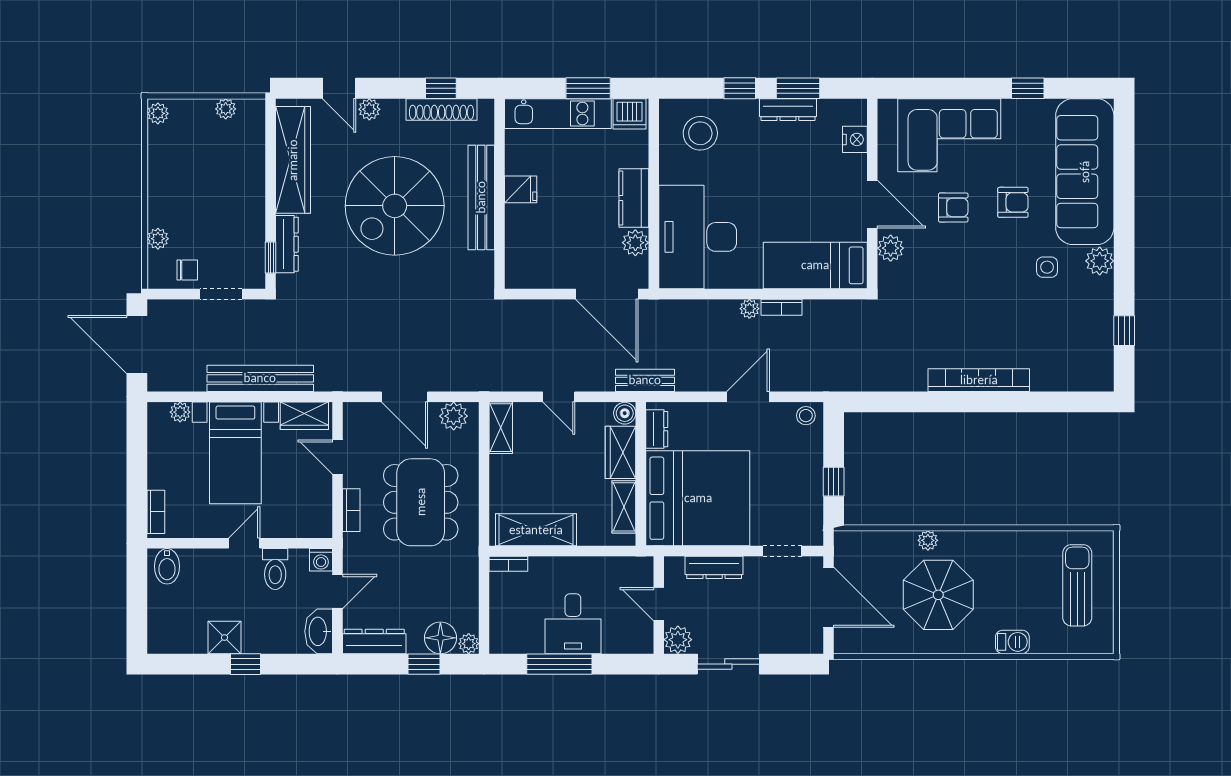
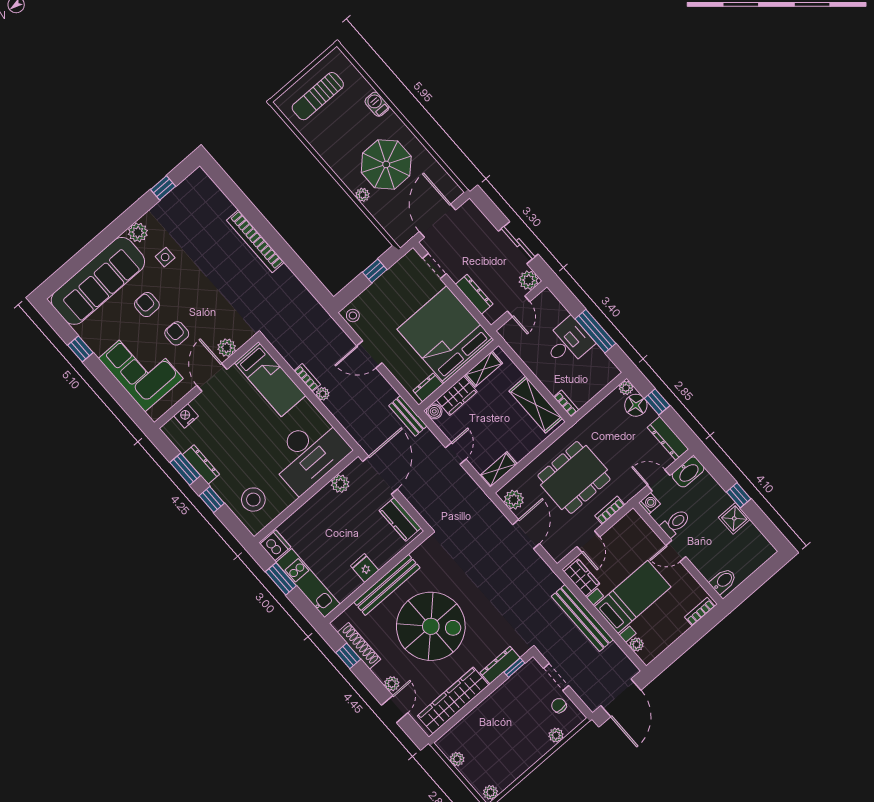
kitchen counter: (634, 198) -> (400, 519), moved, turned 90

